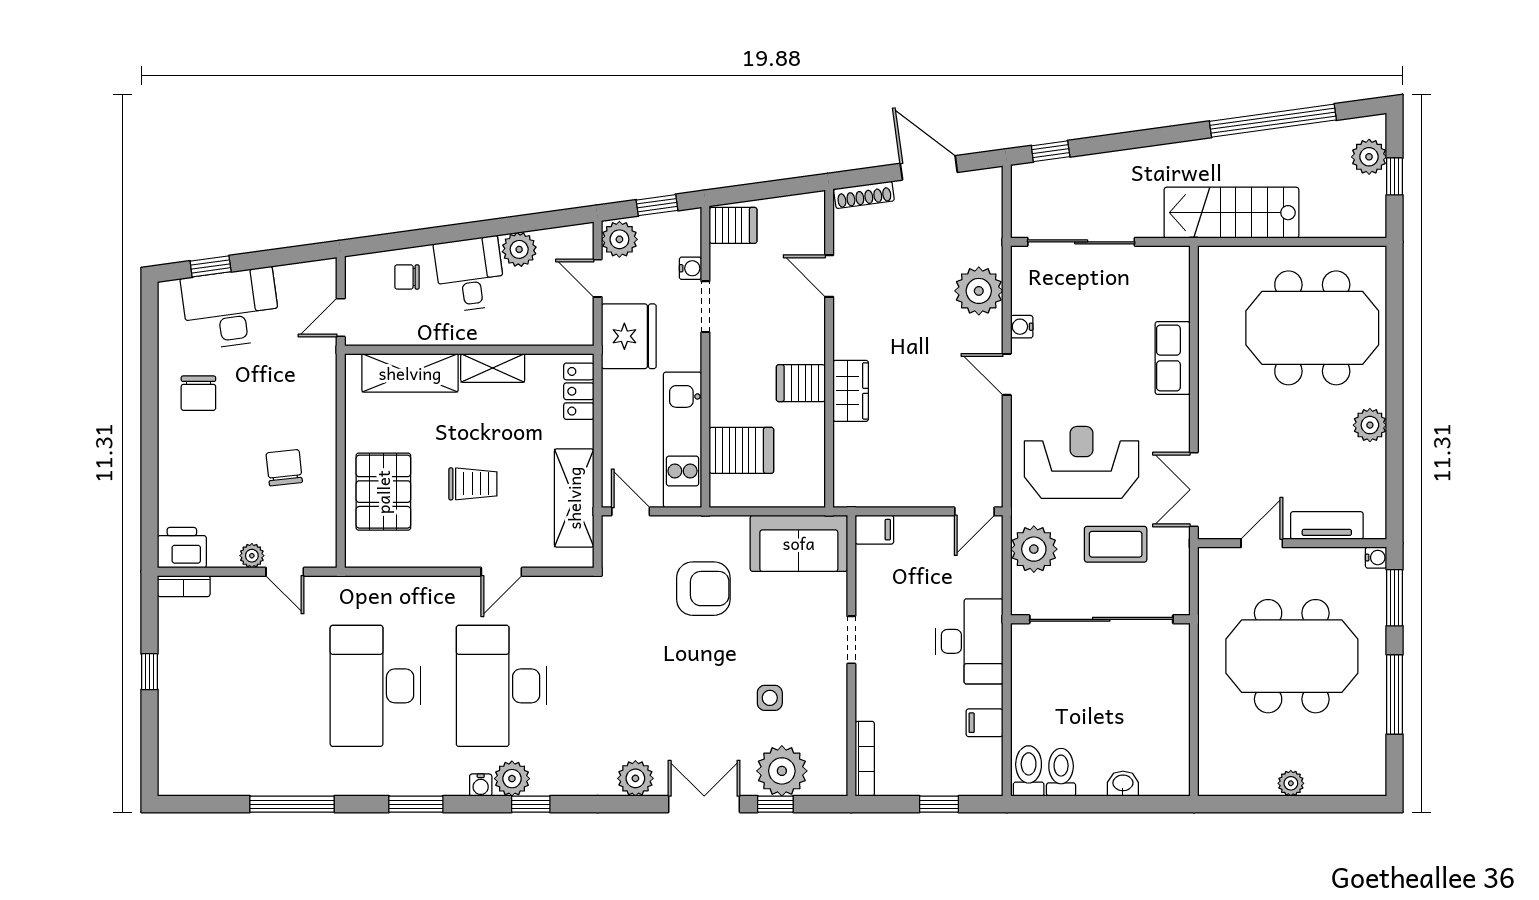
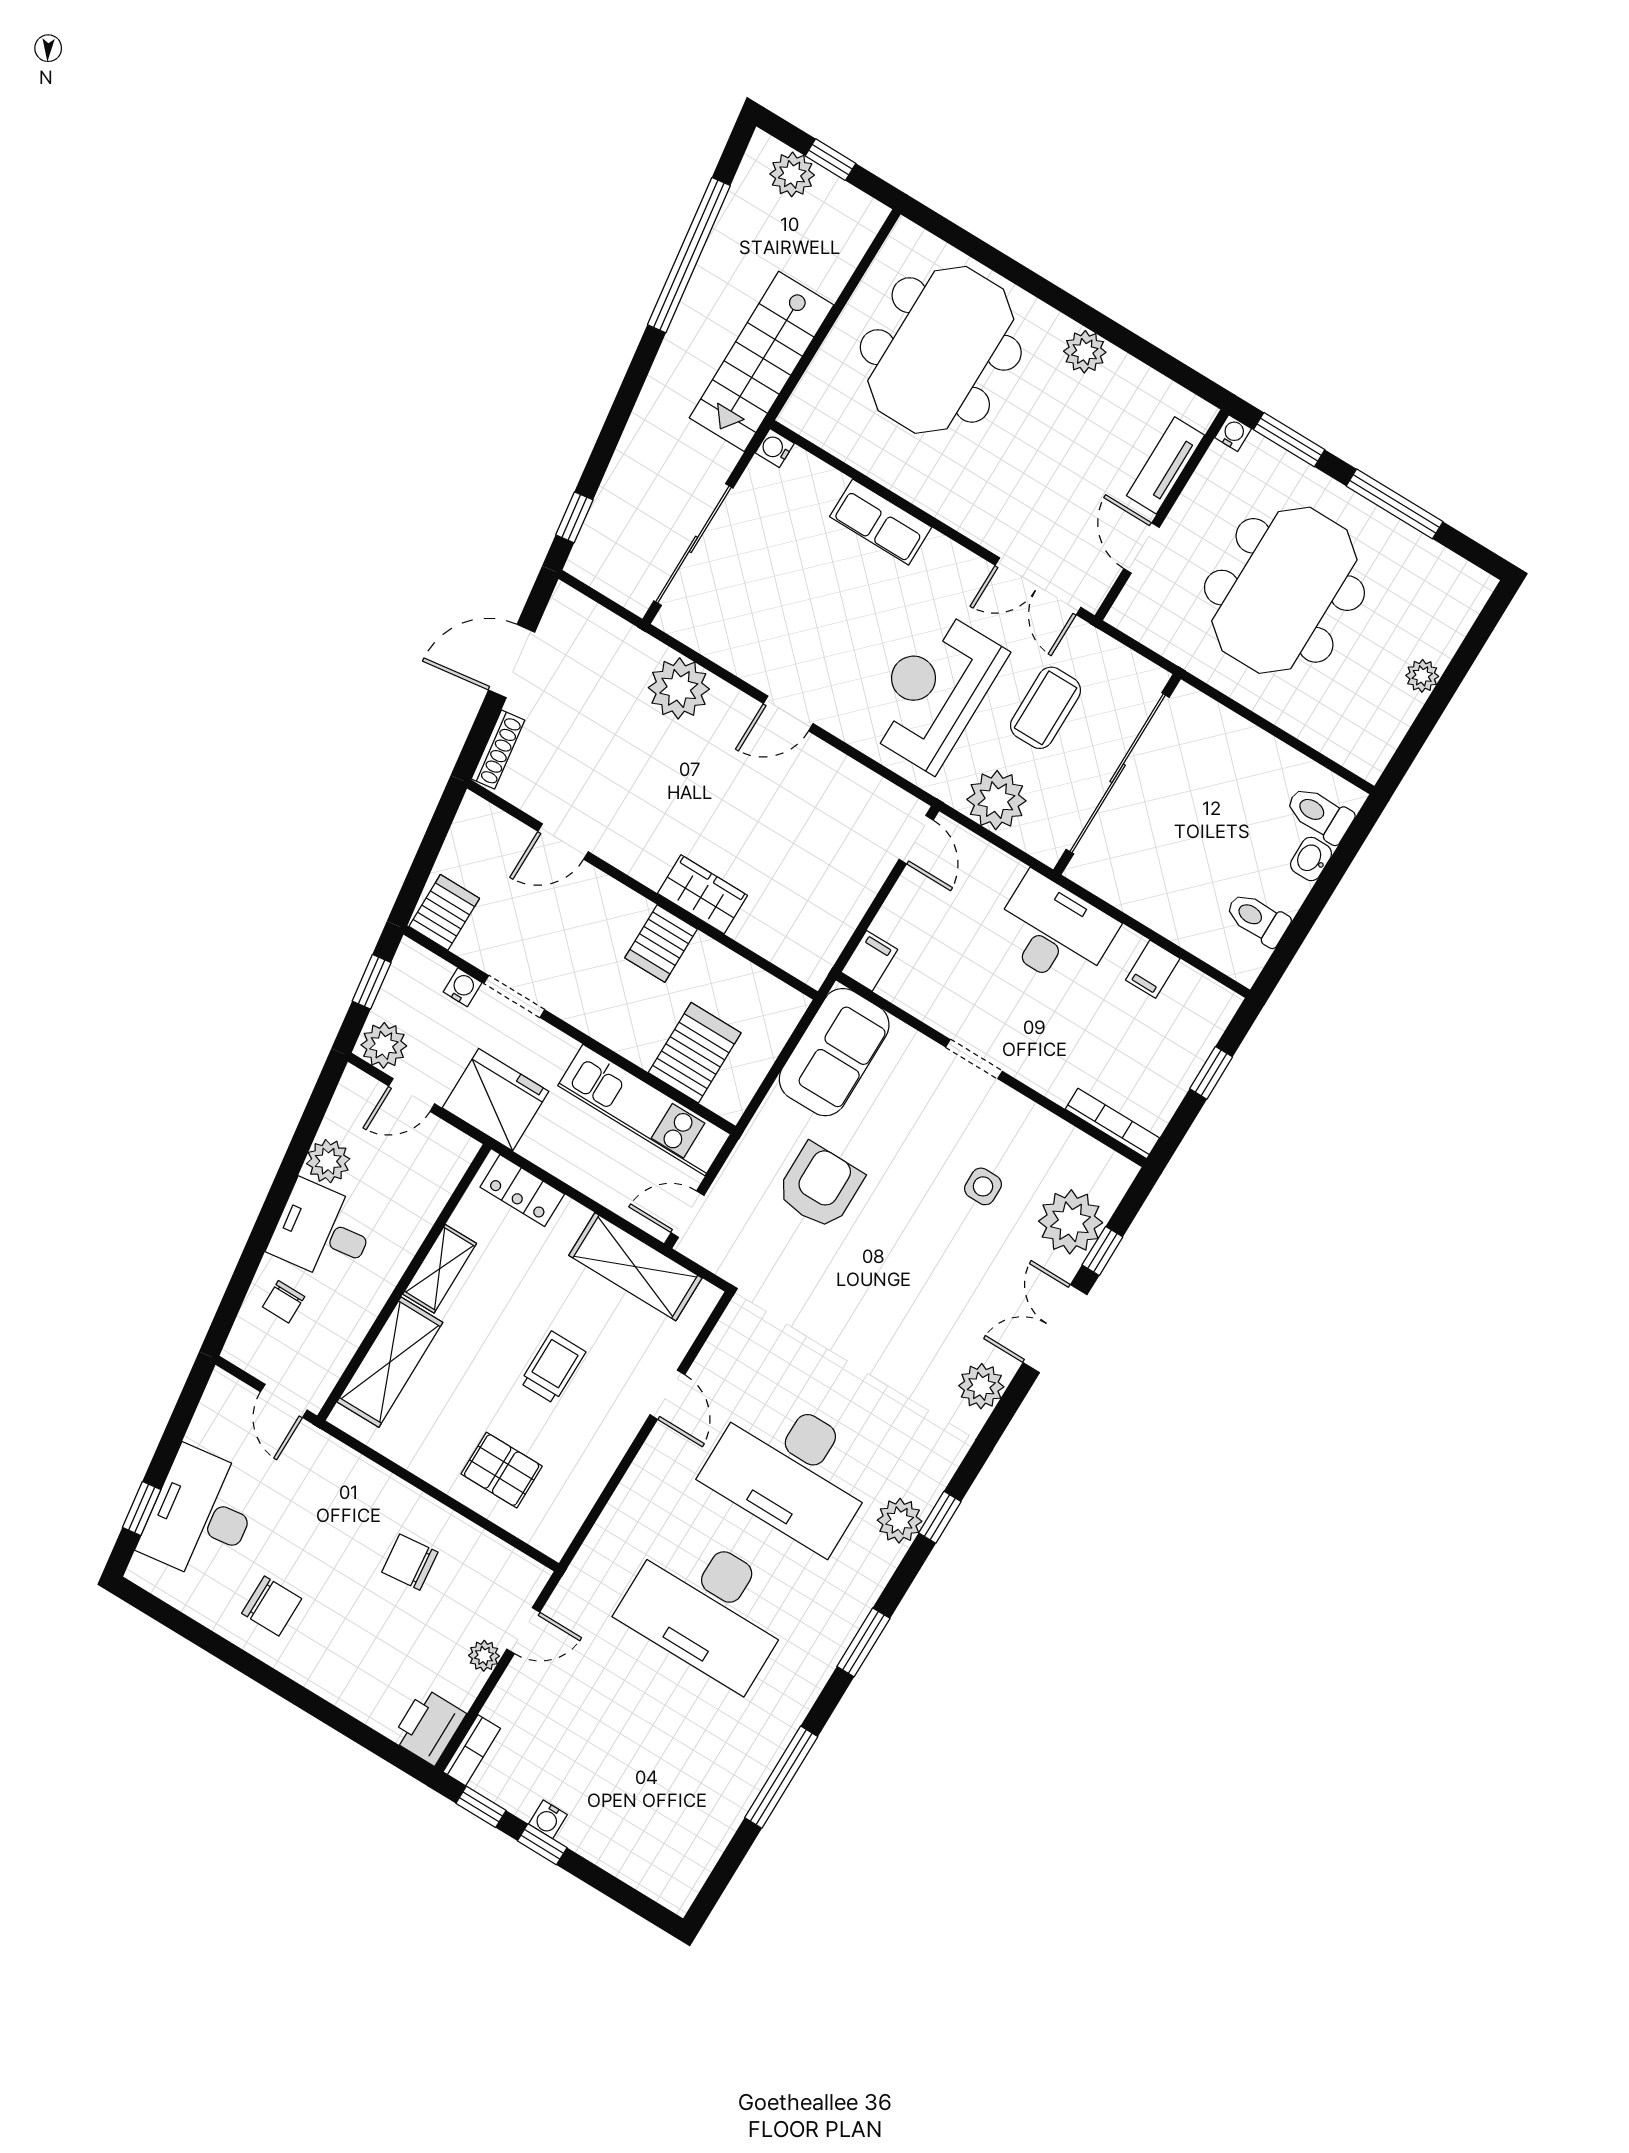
water cooler: (1022, 327) -> (775, 448), moved, turned 90
pallet: (383, 492) -> (502, 1470), width x0.67, depth x0.71
window: (149, 615) -> (481, 1807), added
toilet: (1029, 771) -> (1319, 814), moved
water cooler: (481, 785) -> (548, 1819), moved, turned 90

